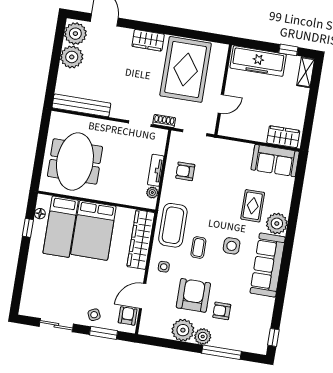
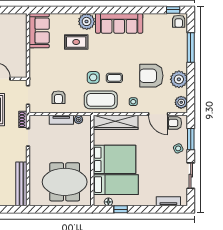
wardrobe: (283, 137) -> (20, 27), removed
side table: (232, 246) -> (93, 77), moved
tv unit: (28, 291) -> (168, 201), added
armchair: (222, 311) -> (179, 21), moved
plant: (203, 336) -> (181, 102), moved

